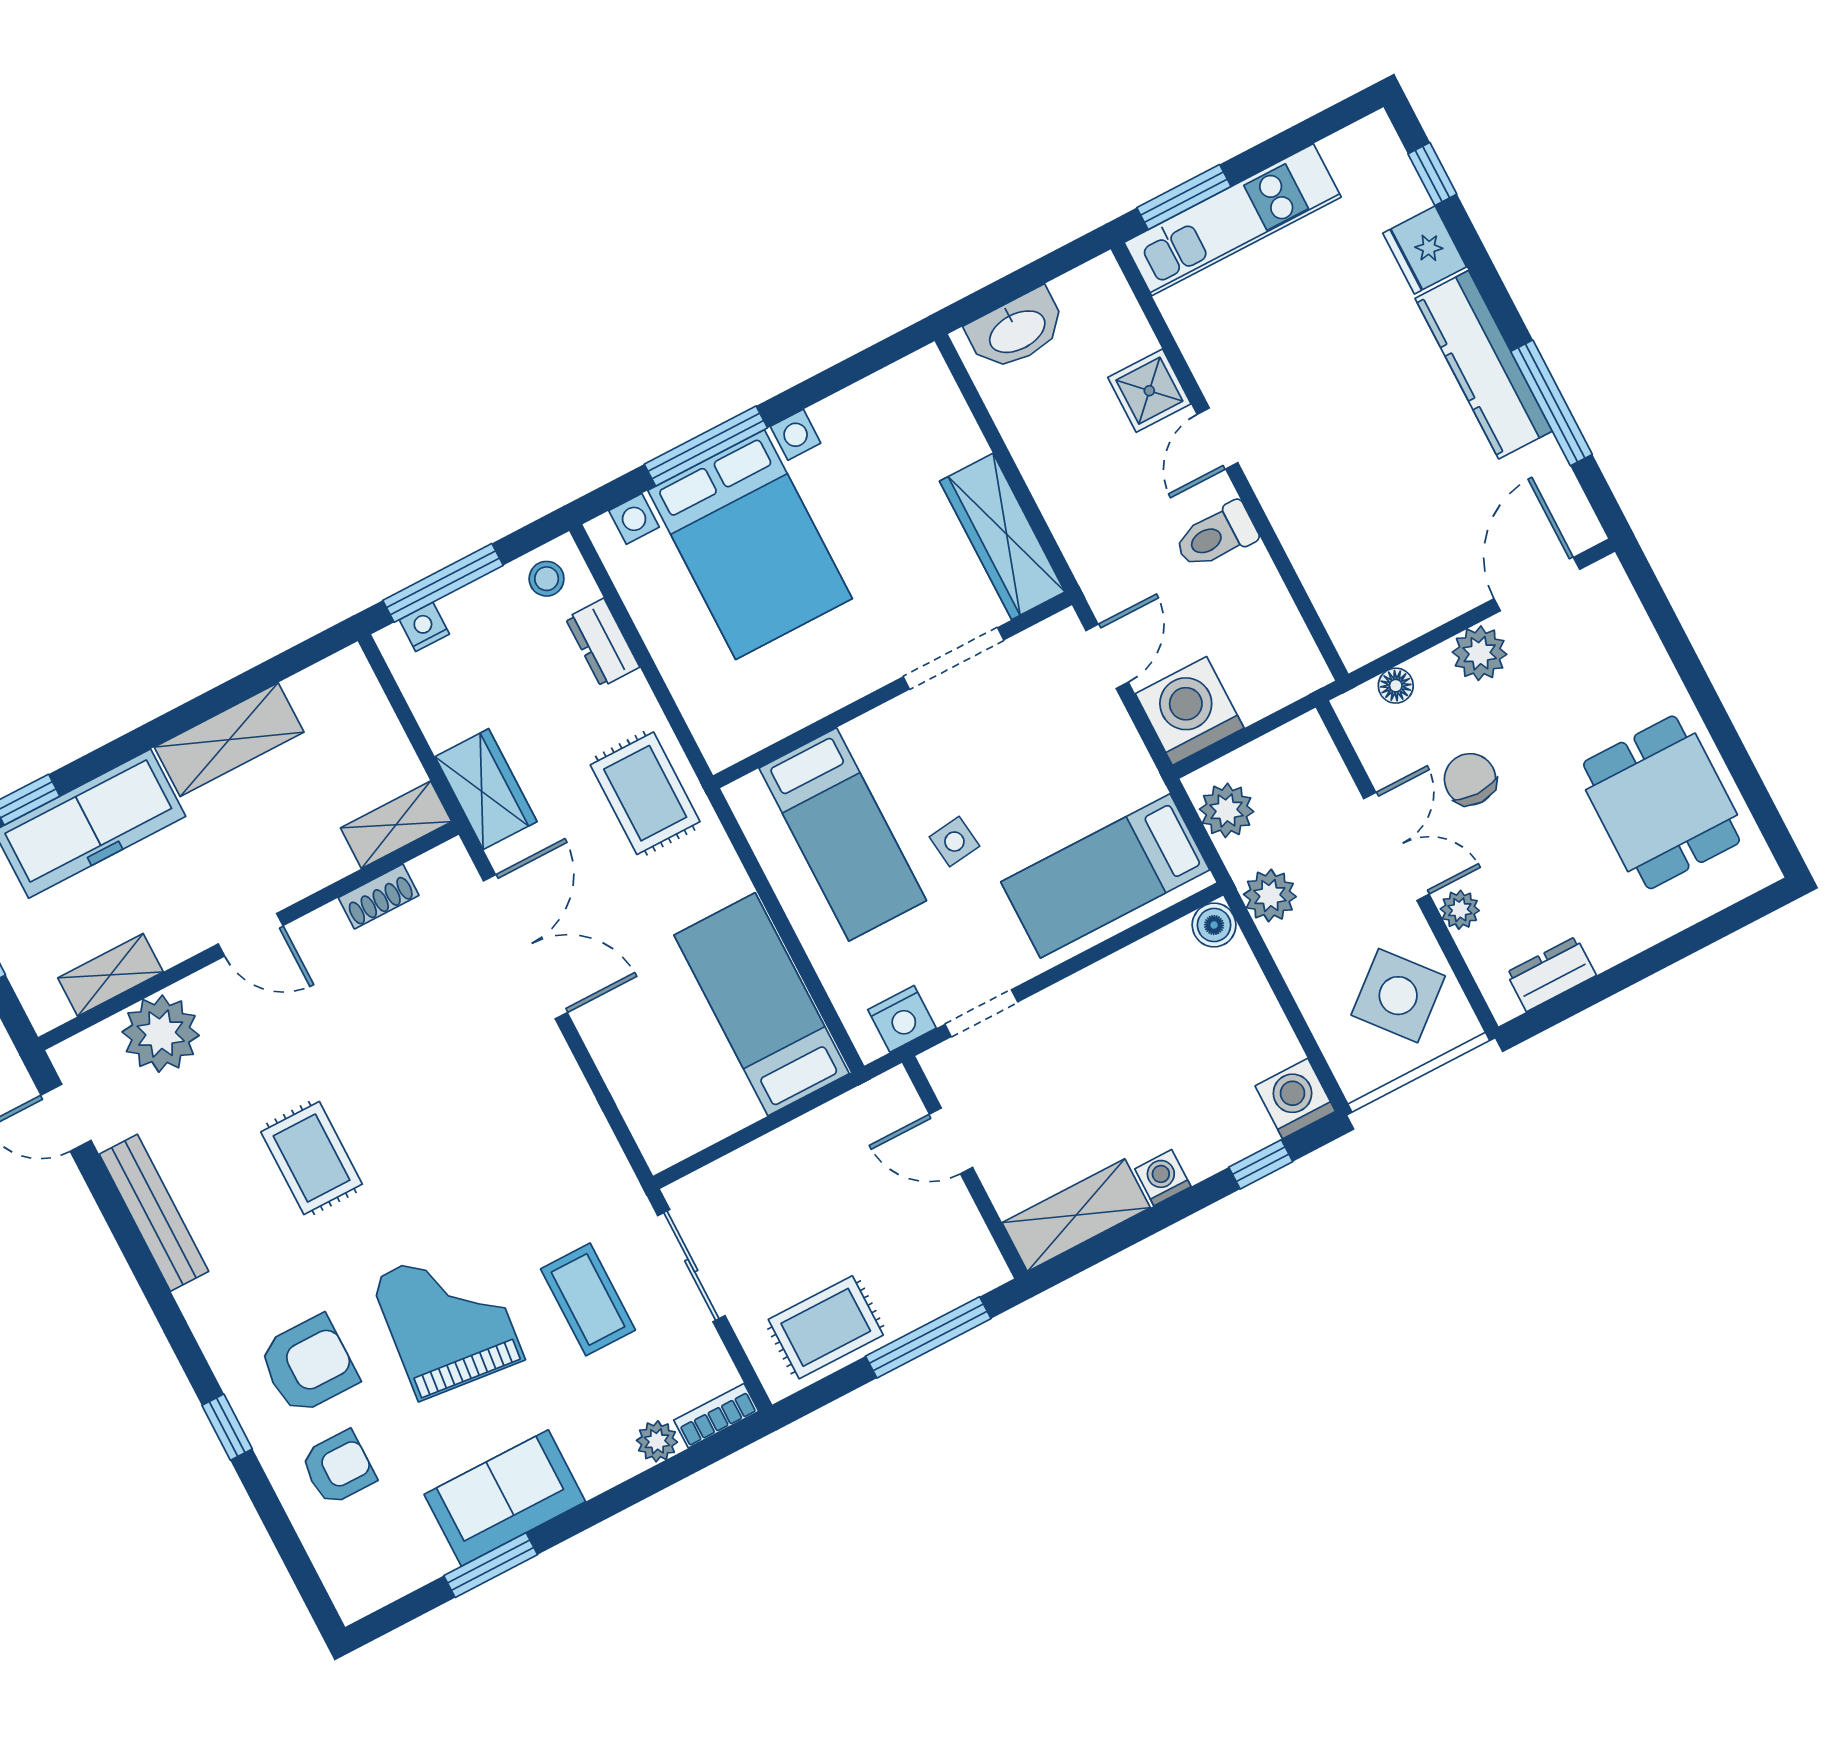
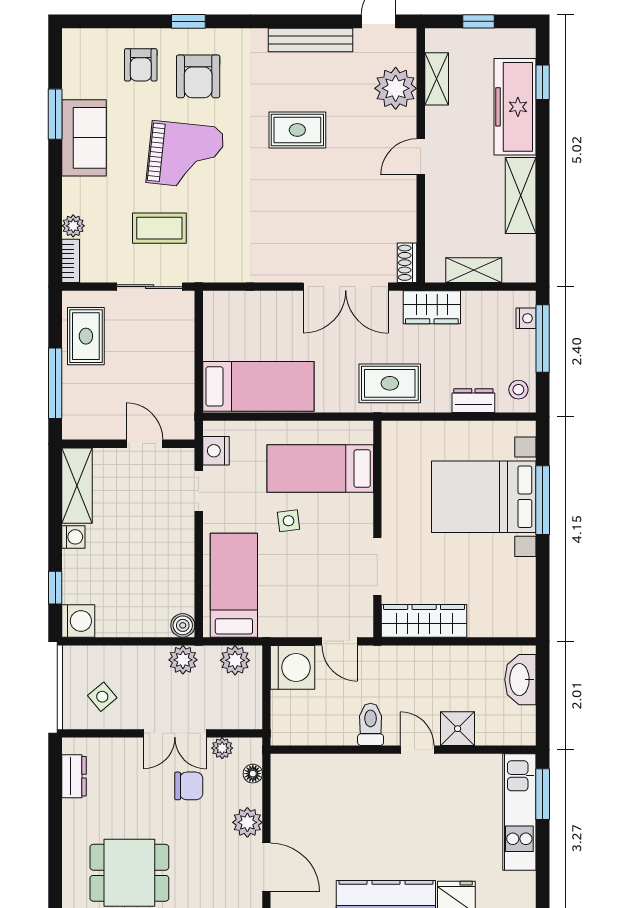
shelving: (396, 825) -> (474, 270), moved, turned 90
shoe rack: (379, 896) -> (407, 263), moved
plant: (1460, 910) -> (222, 748), moved
side table: (1398, 996) -> (102, 697), width x0.54, depth x0.54
door: (951, 1141) -> (145, 444), hinge flipped

